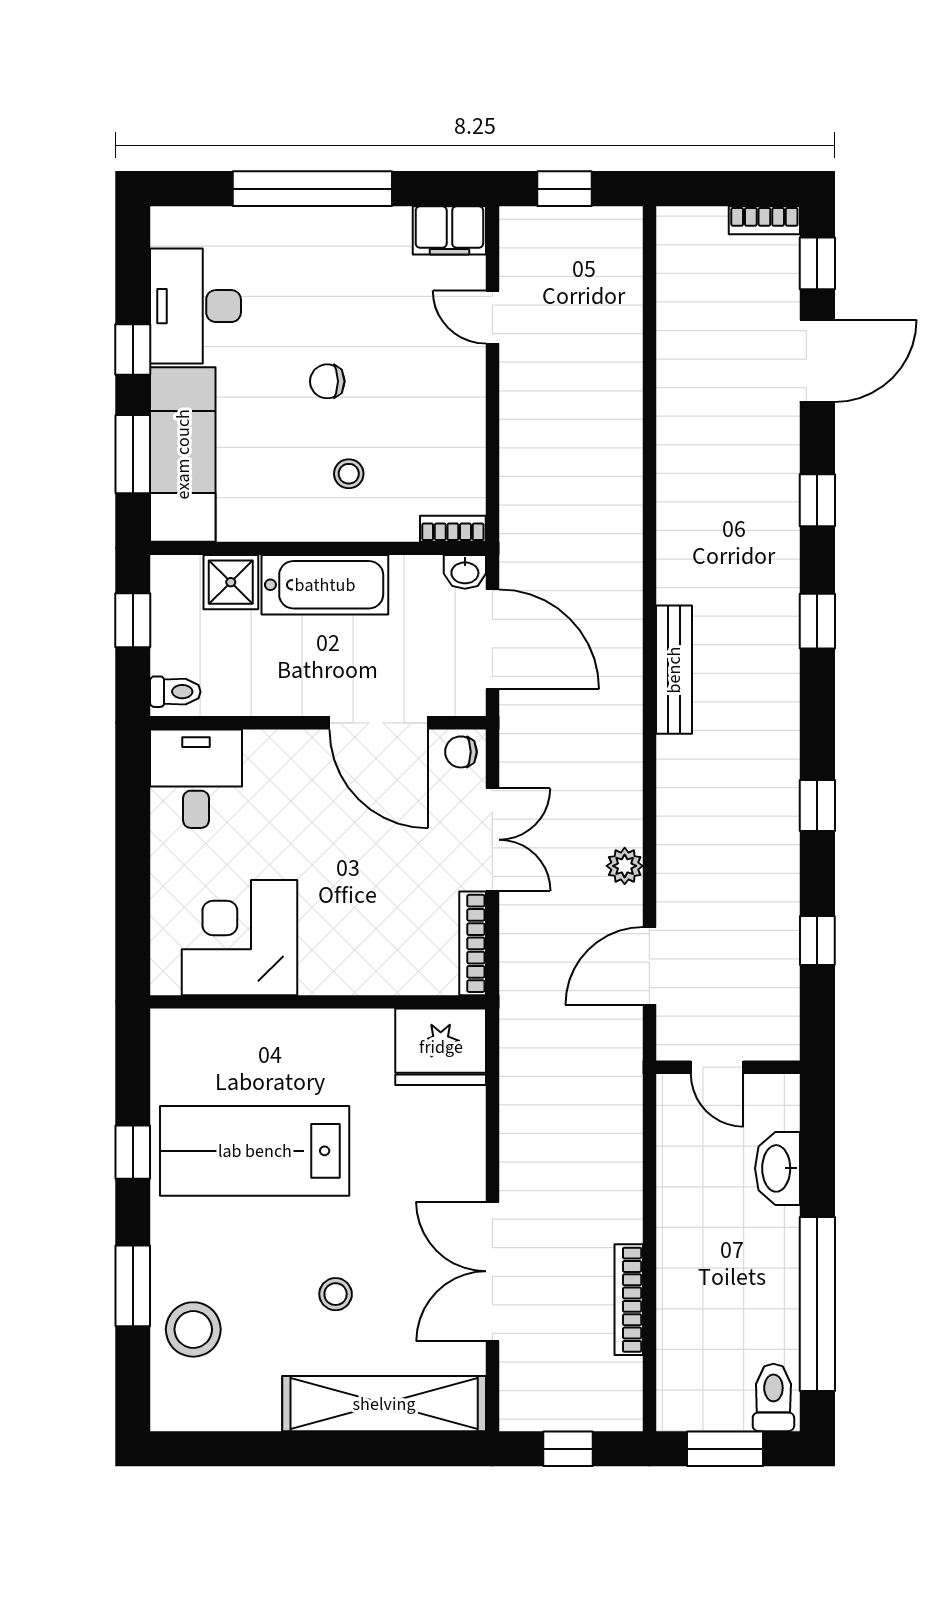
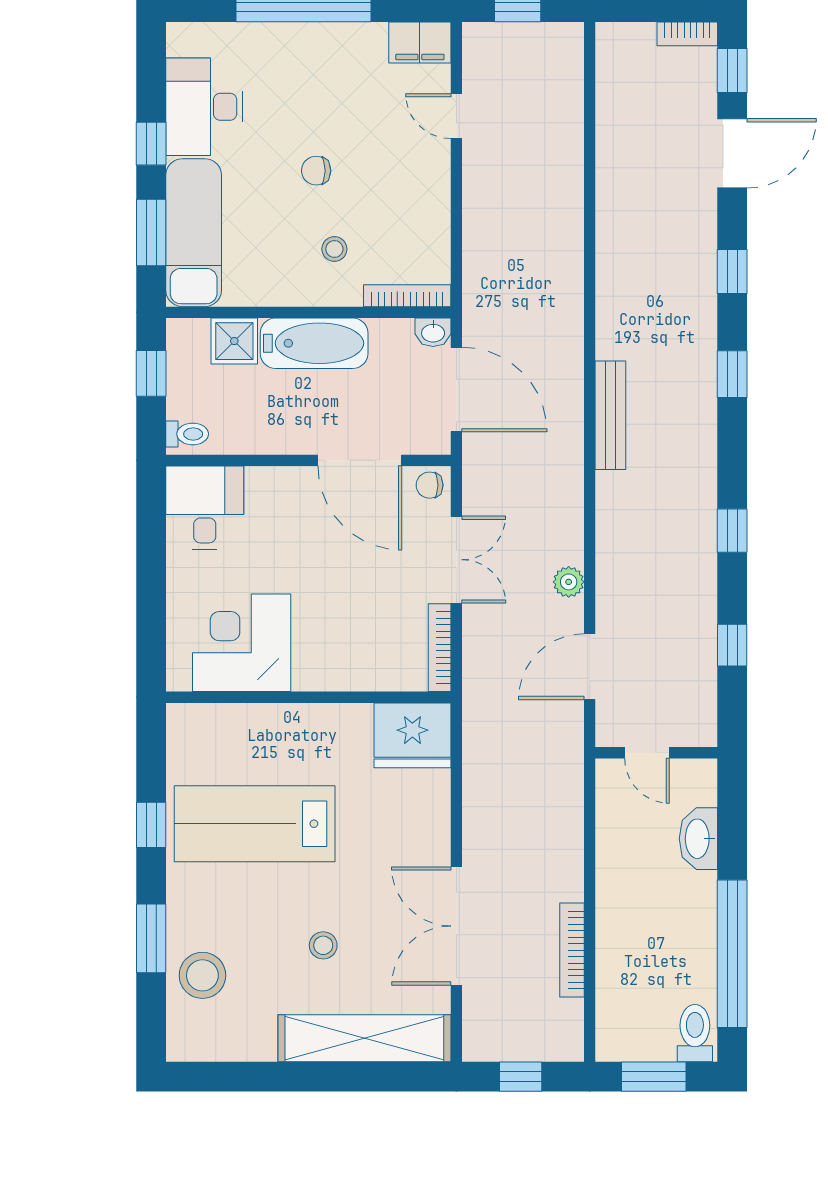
bookcase: (453, 529) -> (407, 296), width x1.56

